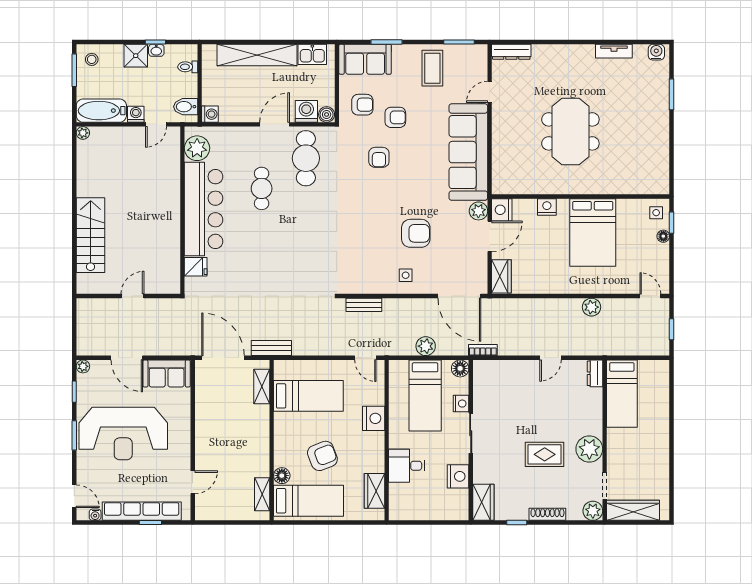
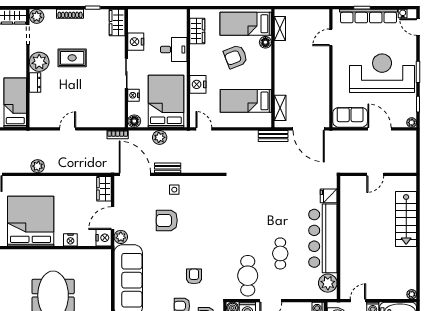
bed: (593, 233) -> (31, 221), width x1.36
bench: (364, 305) -> (168, 168), moved
dresser: (595, 373) -> (35, 82), moved
bed: (425, 395) -> (166, 101), width x1.50

